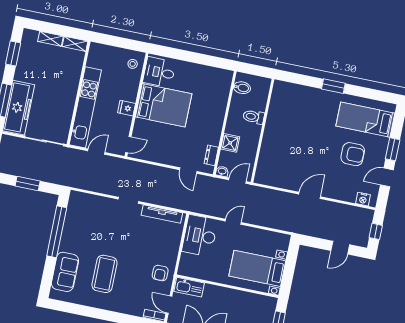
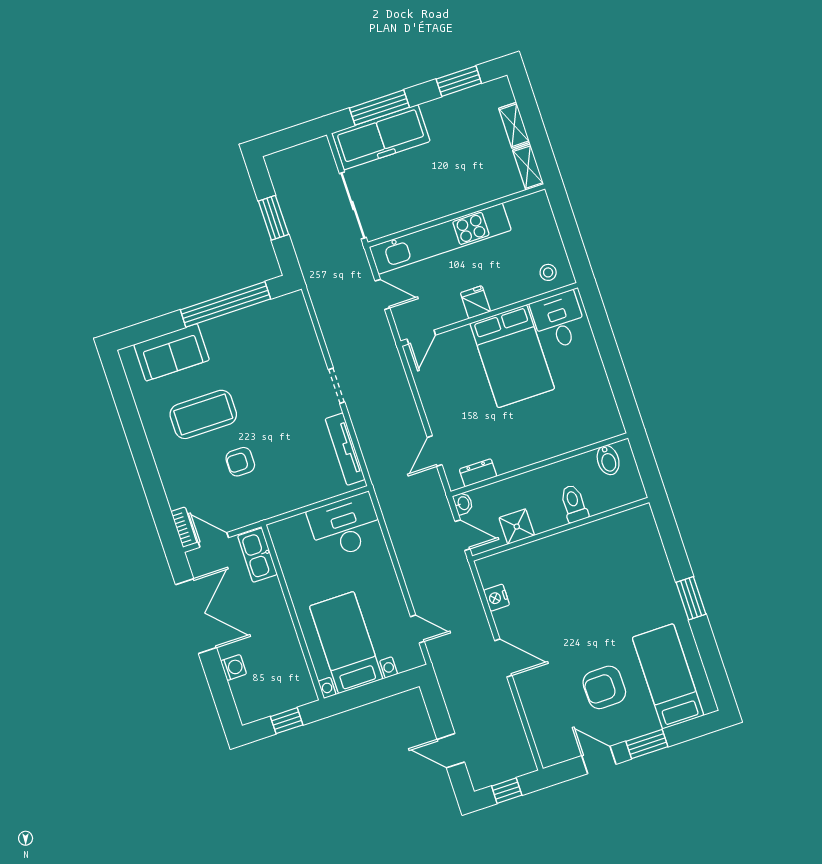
shower: (230, 143) -> (517, 527), moved
door: (128, 145) -> (421, 337), hinge flipped
armchair: (353, 154) -> (604, 687), turned 89
nightstand: (363, 199) -> (497, 598), moved
door: (233, 222) -> (417, 629), moved
armchair: (160, 273) -> (240, 462), moved
door: (169, 305) -> (213, 540), hinge flipped

